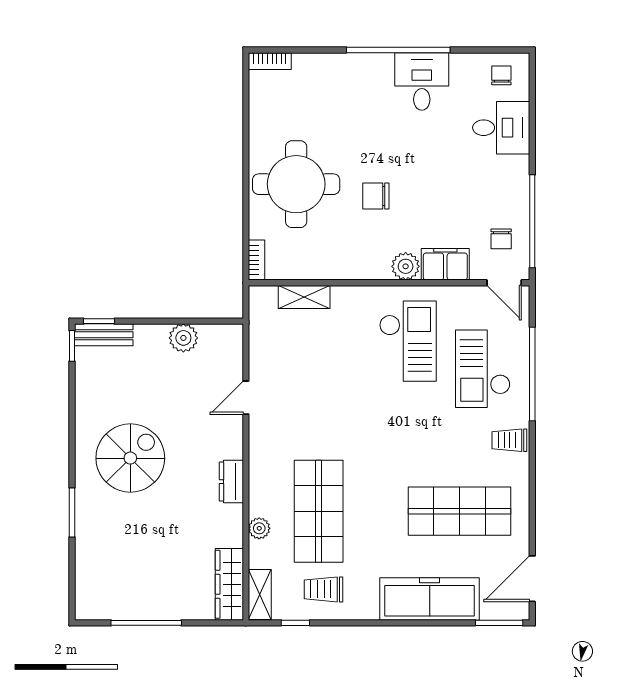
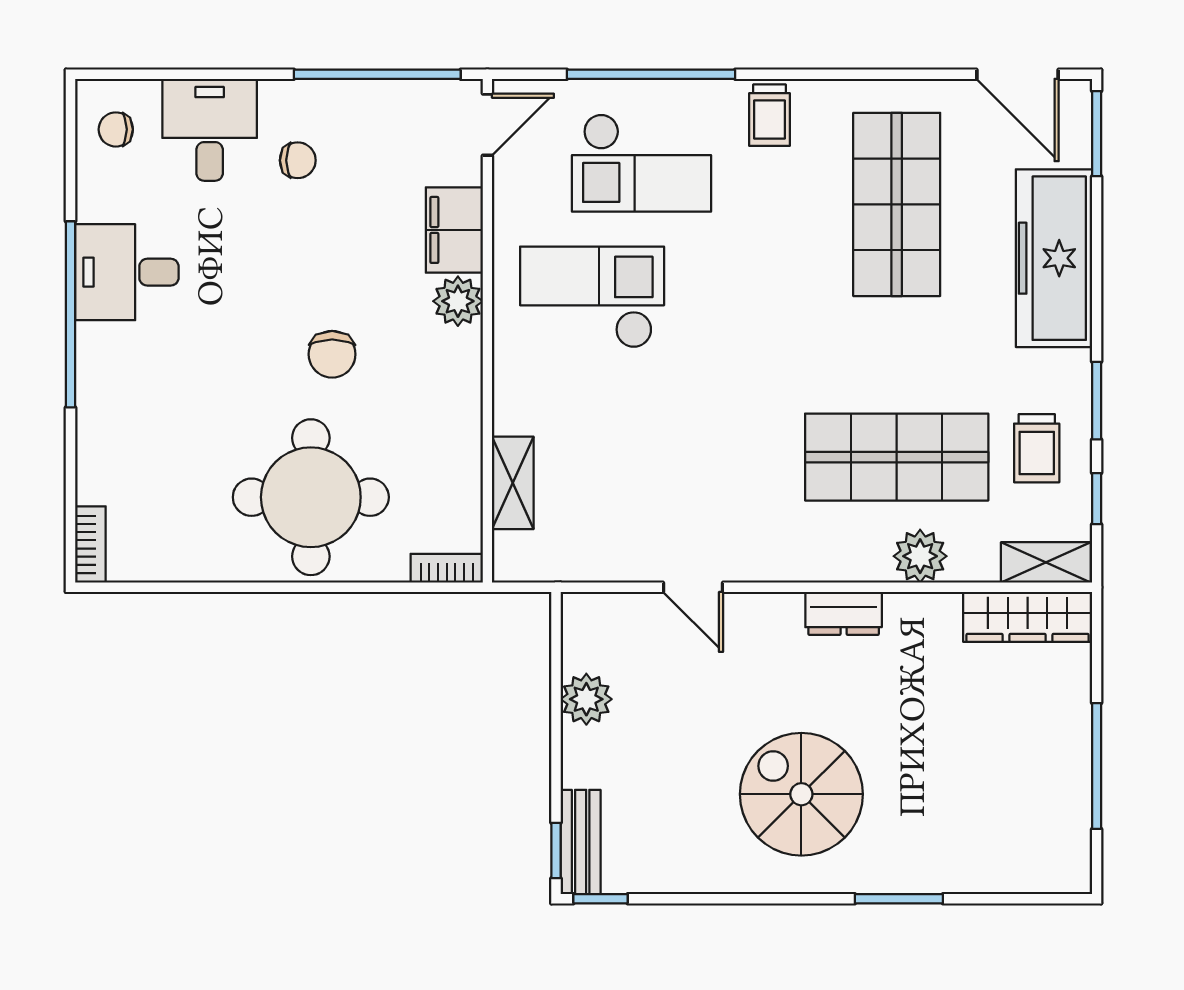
chair: (501, 239) -> (298, 160), moved
plant: (259, 528) -> (920, 556), width x1.38, depth x1.38
window: (350, 623) -> (1097, 401), added

